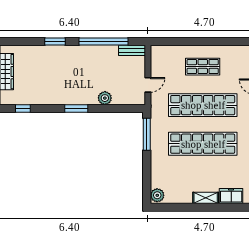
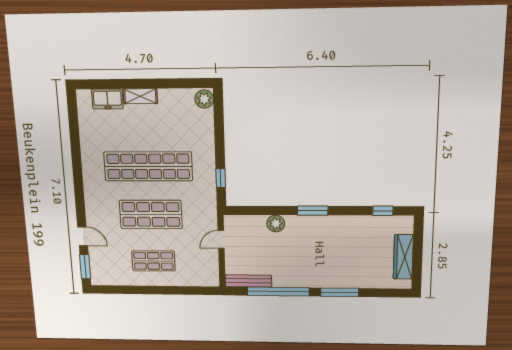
window: (55, 42) -> (340, 292), width x1.44
bench: (132, 50) -> (248, 281), width x1.36
shop shelf: (203, 105) -> (151, 214), width x0.71
window: (147, 134) -> (221, 178), width x0.46

